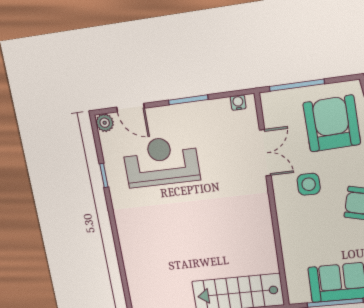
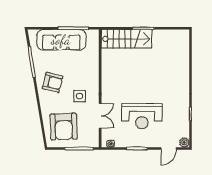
door: (130, 108) -> (169, 149), swing flipped
double door: (265, 153) -> (100, 116), swing flipped
reception desk: (161, 162) -> (142, 116), moved

